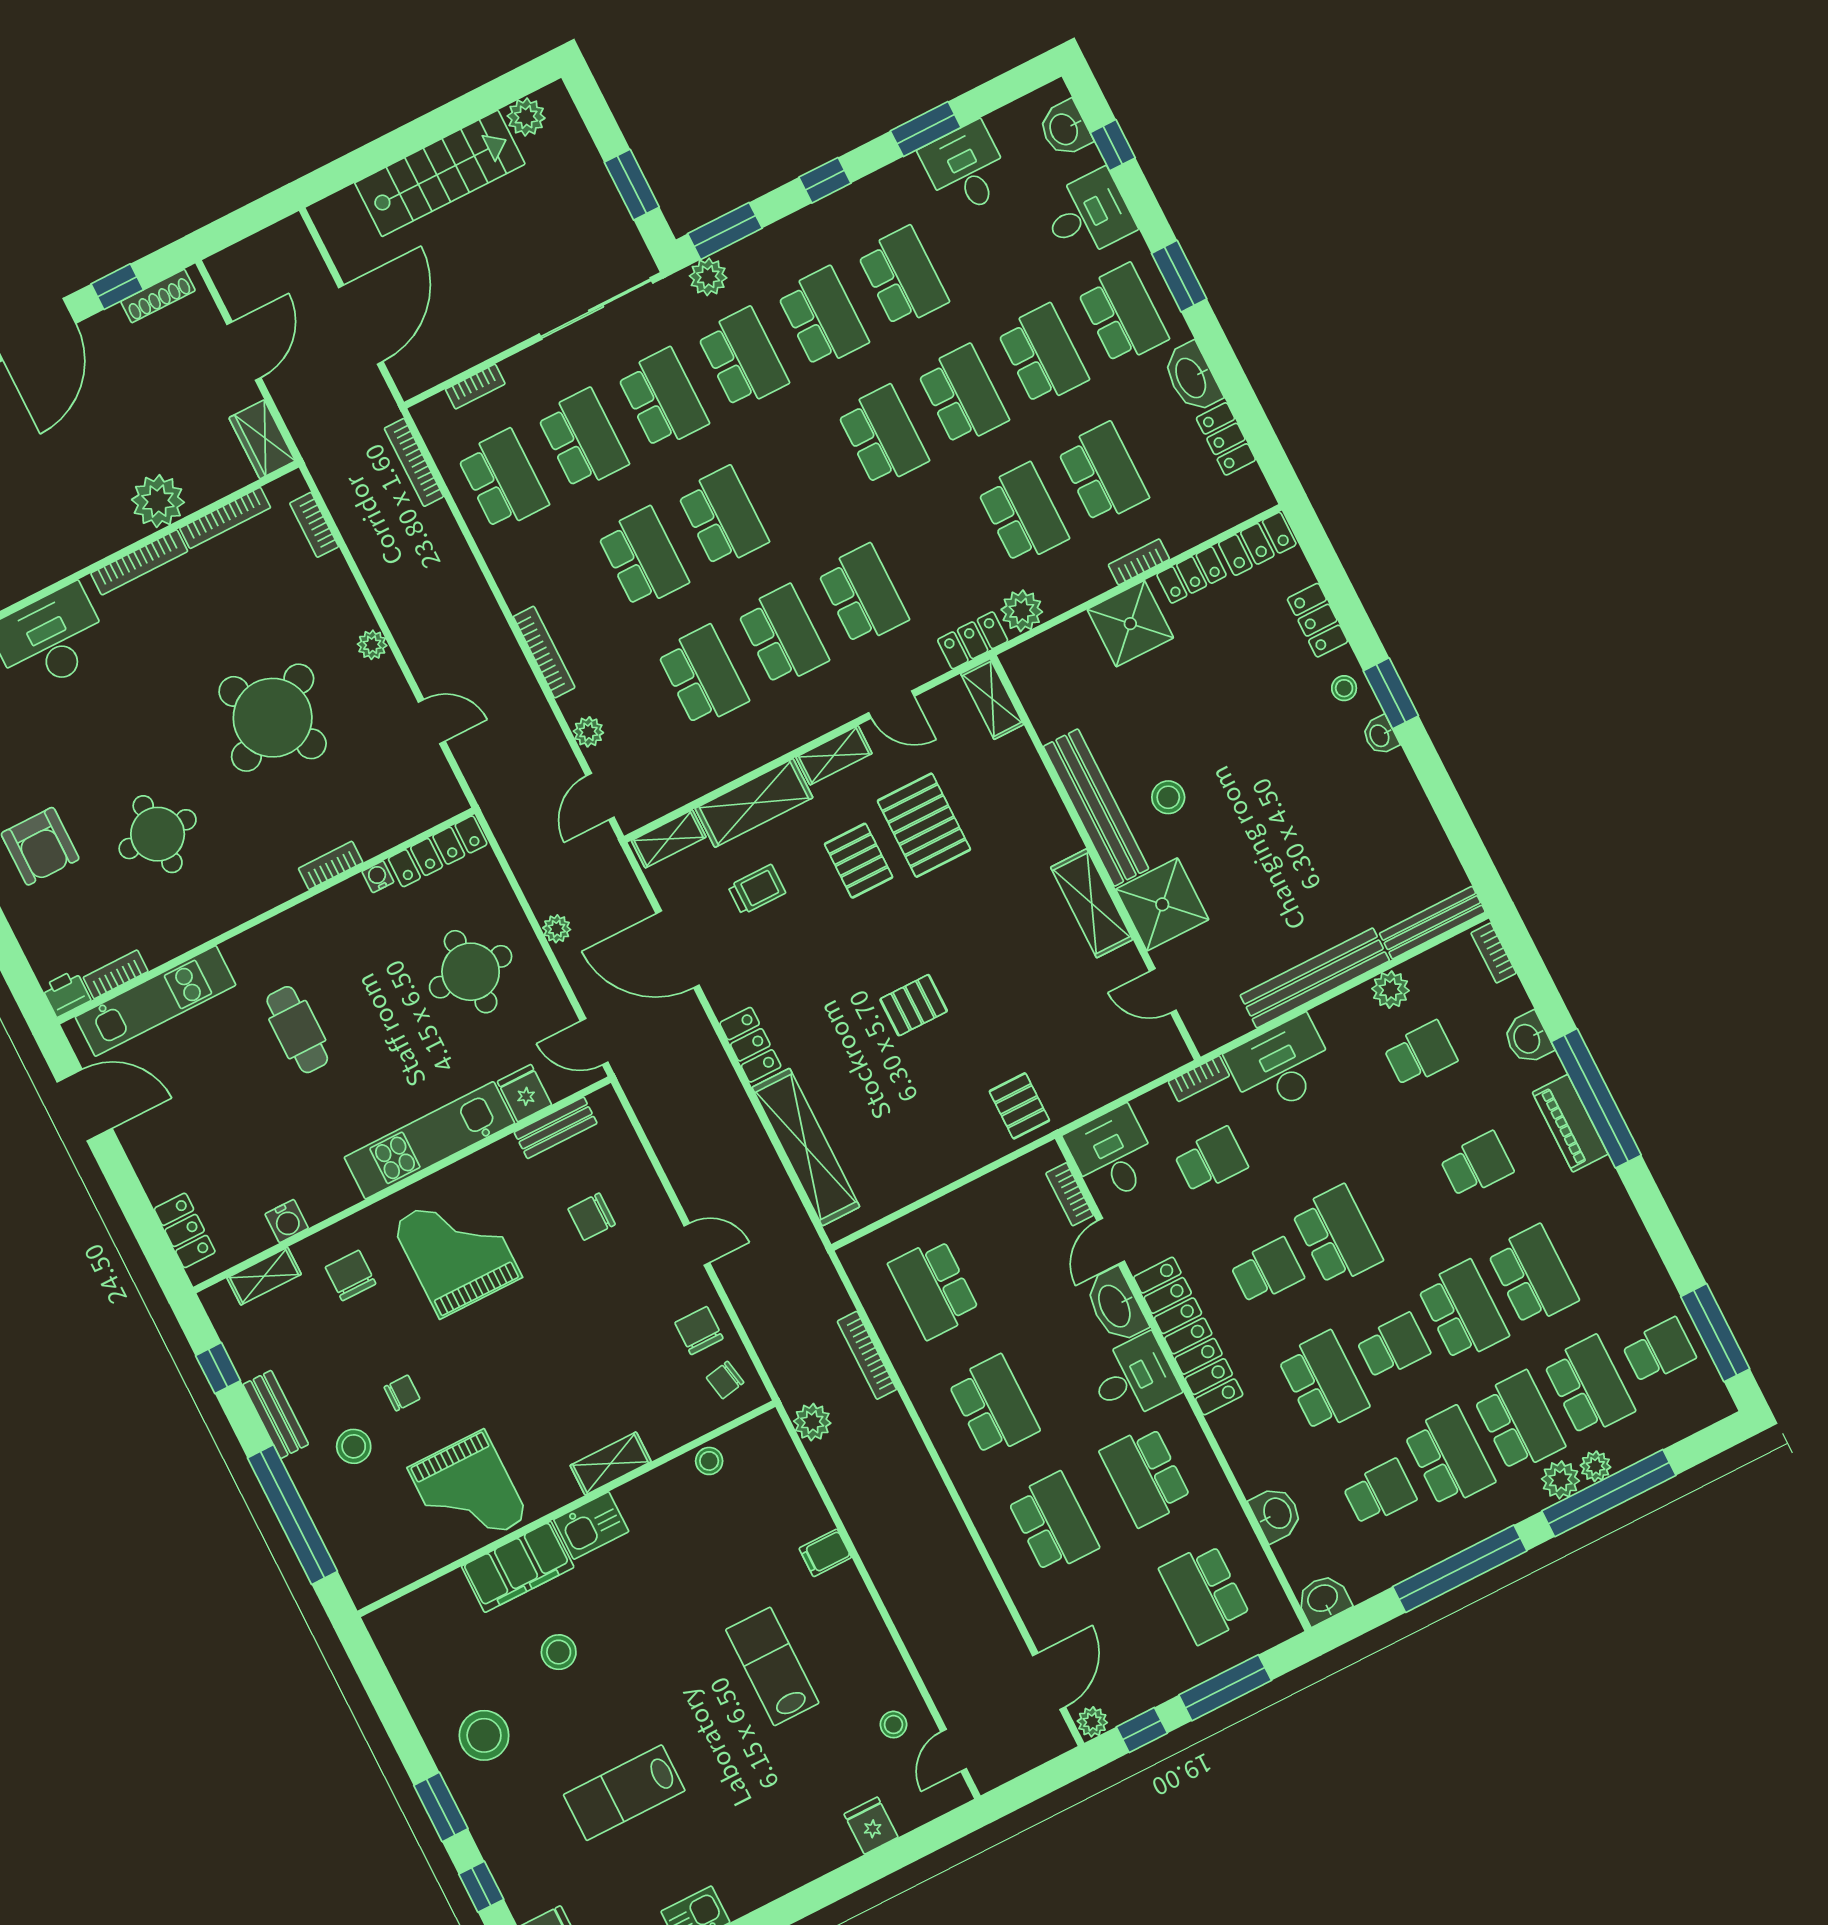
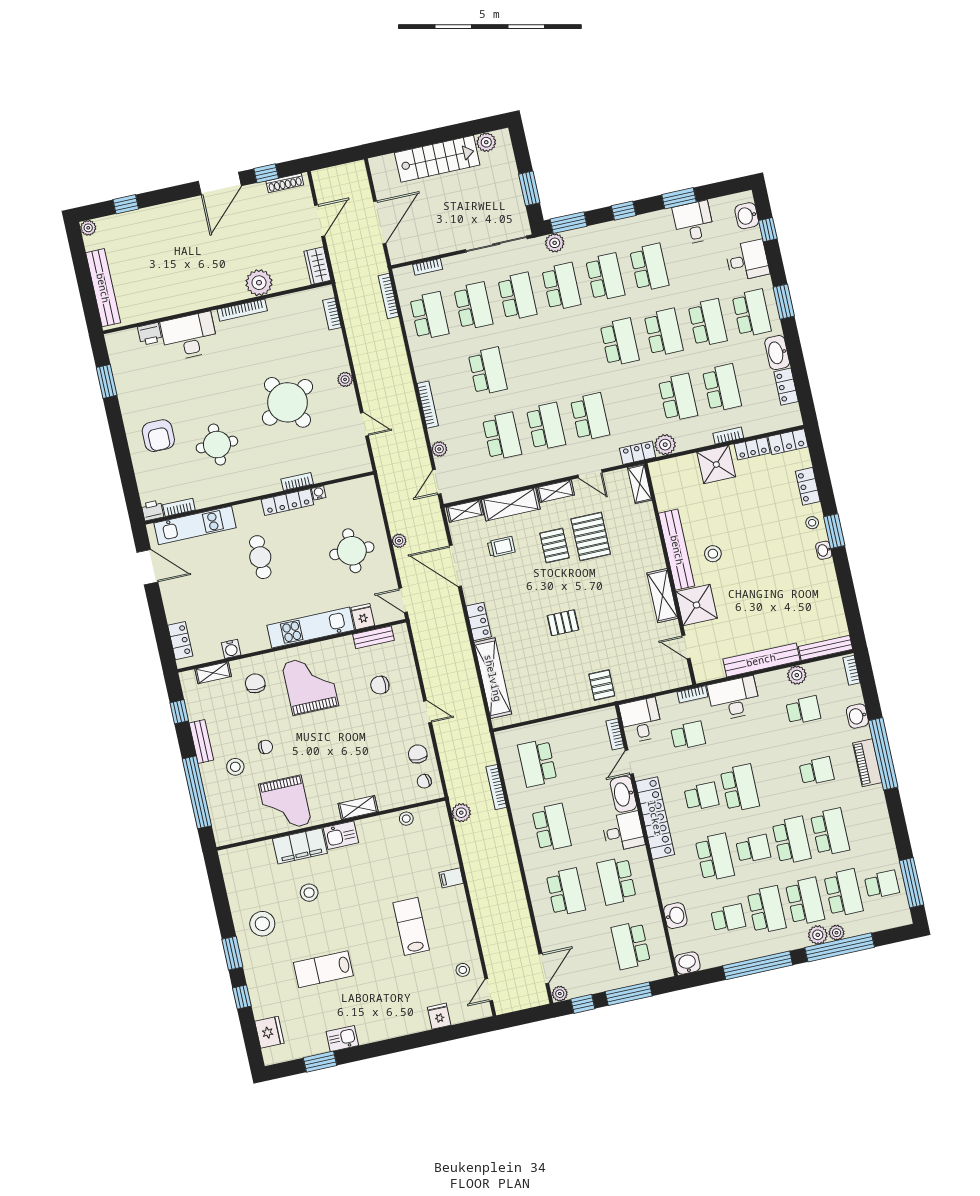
school desk: (723, 517) -> (532, 361), removed
bookcase: (225, 518) -> (290, 299), removed
locker: (438, 851) -> (287, 502), moved

